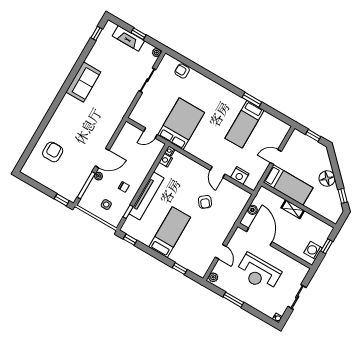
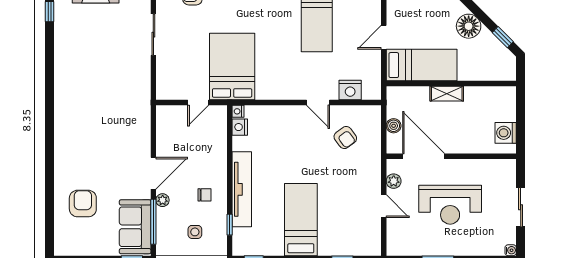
sofa: (83, 82) -> (135, 227), moved, turned 180
armchair: (205, 202) -> (345, 138), moved
window: (327, 246) -> (521, 117), removed
plant: (213, 277) -> (394, 181), moved

